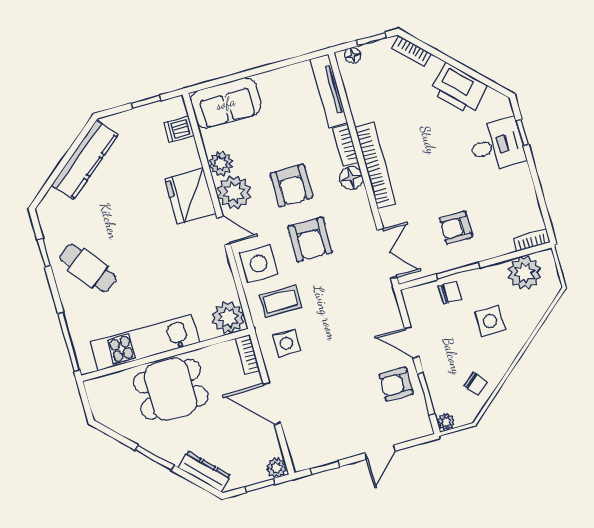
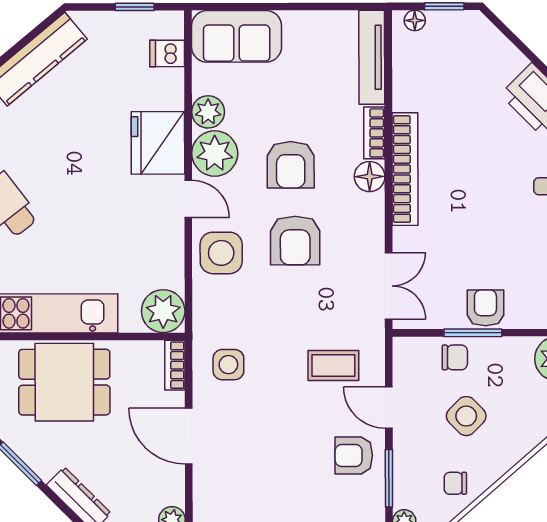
bookcase: (412, 51) -> (492, 36), removed
armchair: (456, 228) -> (485, 308), moved, turned 90
coffee table: (280, 301) -> (333, 365), moved
side table: (490, 321) -> (466, 416), moved, turned 45
chair: (476, 384) -> (455, 483), turned 130

